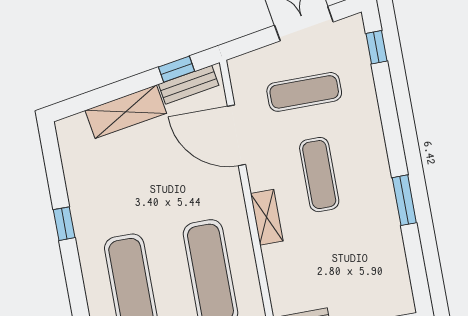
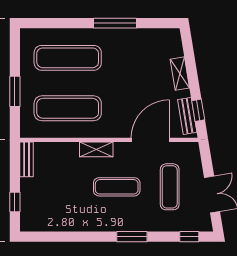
shelving: (126, 112) -> (180, 74), width x0.67, depth x0.75
window: (404, 200) -> (132, 237), moved
window: (64, 224) -> (115, 23), width x2.17

